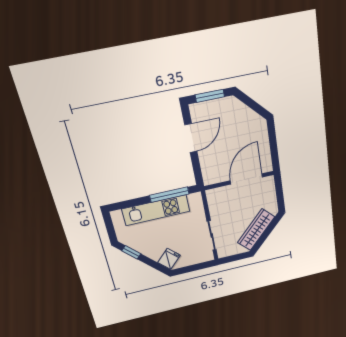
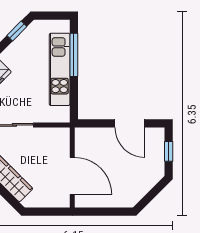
window: (210, 96) -> (169, 151), width x0.67
window: (169, 195) -> (74, 55), moved

